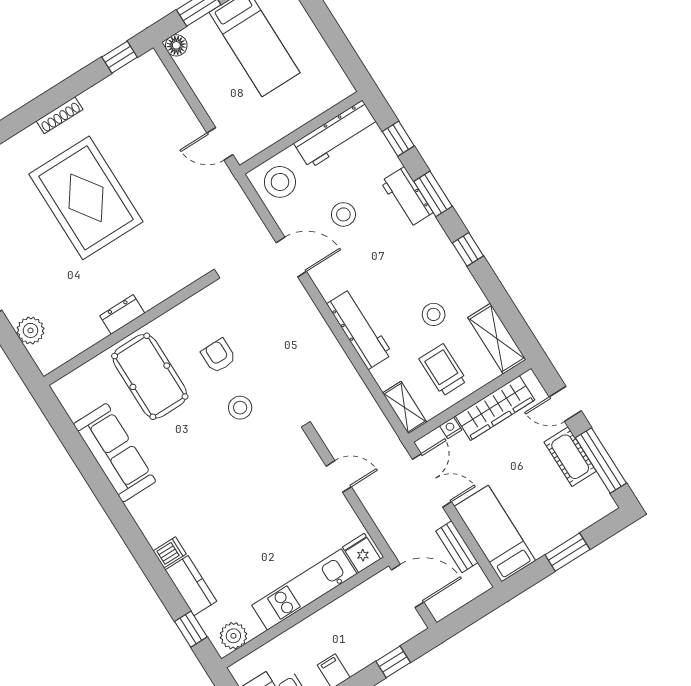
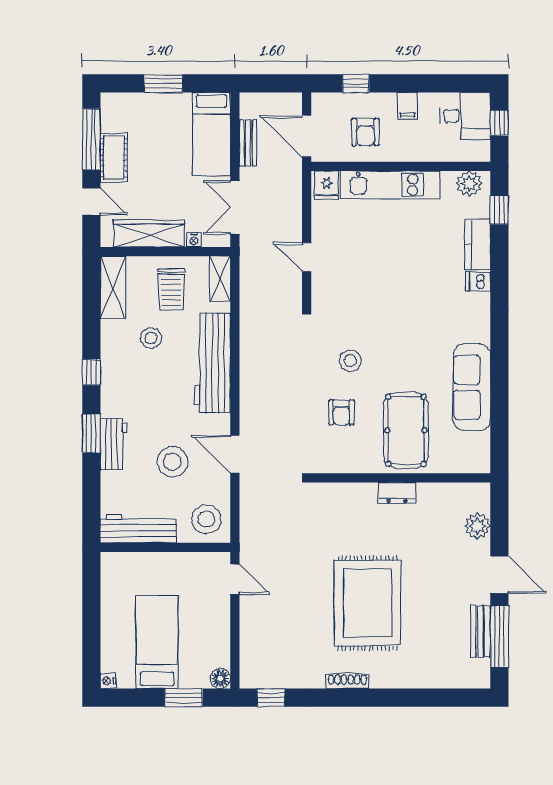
window: (398, 139) -> (91, 494), removed
stool: (343, 214) -> (172, 462), width x1.38, depth x1.38
workbench: (360, 329) -> (212, 363), width x1.36, depth x1.32
armchair: (357, 623) -> (365, 132), added

